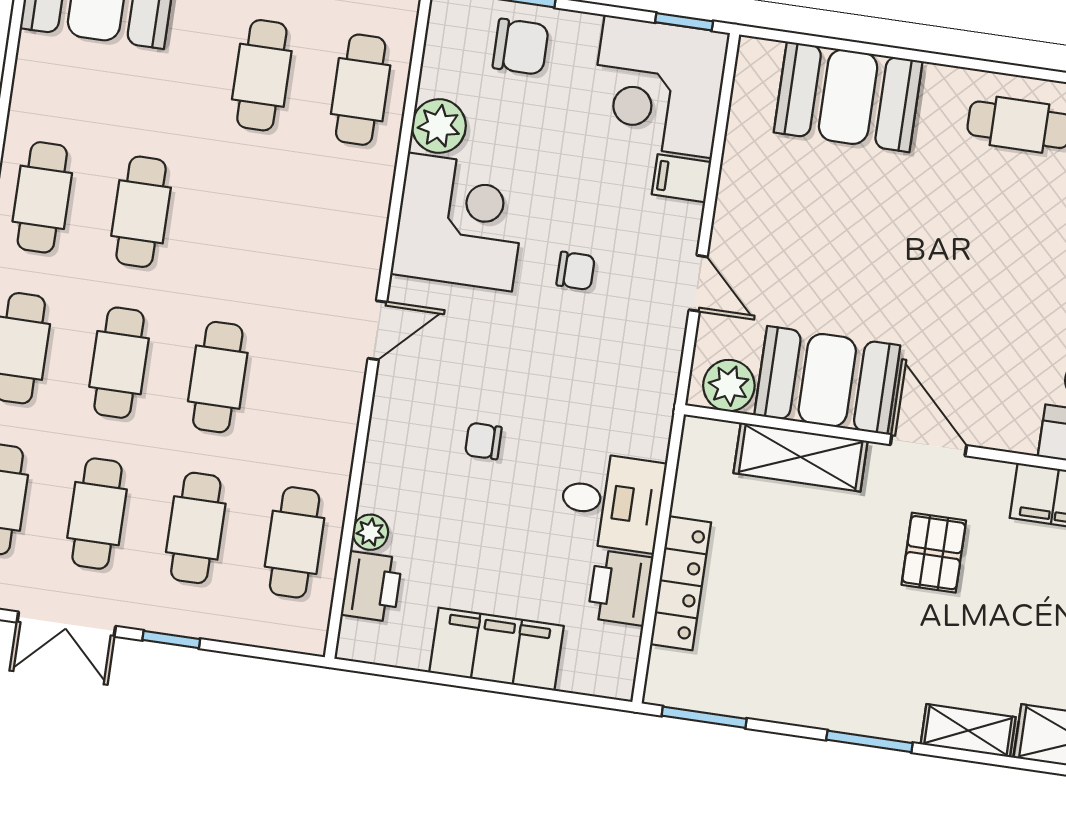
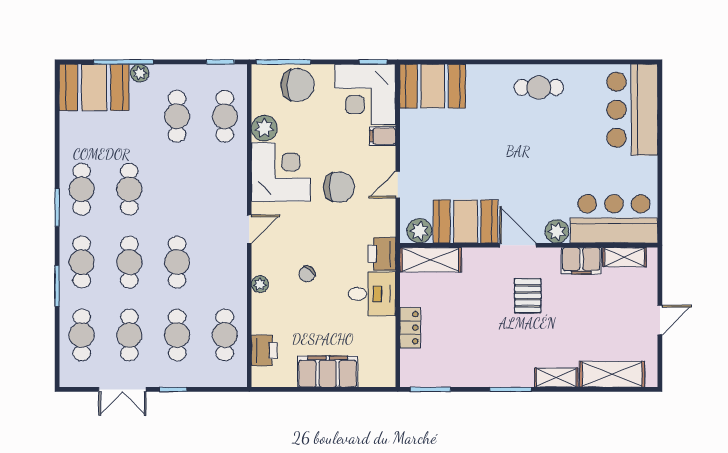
chair: (521, 47) -> (298, 85), width x1.37, depth x1.37
booth: (848, 97) -> (433, 86), moved
chair: (576, 271) -> (339, 187), width x1.87, depth x1.87
door: (698, 283) -> (398, 185), swing flipped
plant: (1013, 428) -> (557, 231), added
chair: (483, 441) -> (307, 274), turned -49
shelving: (801, 457) -> (431, 260), moved
plant: (370, 532) -> (260, 284), moved
locker: (681, 583) -> (410, 328), width x0.66
printer: (620, 588) -> (382, 254), moved

